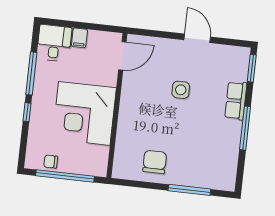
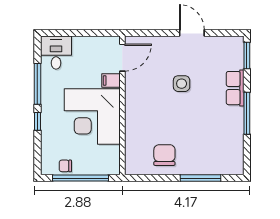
filing cabinet: (79, 38) -> (111, 81), moved, turned 90

